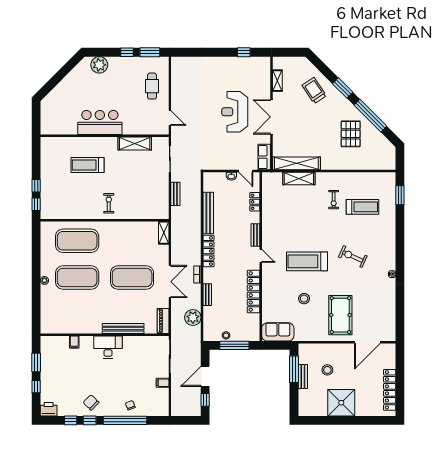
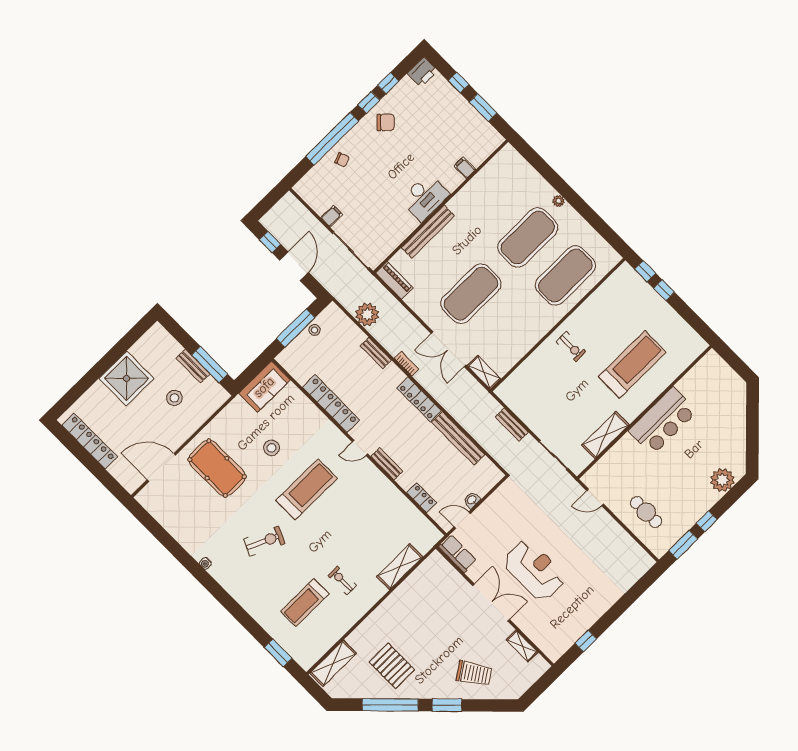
shelving: (296, 163) -> (333, 663), moved, width x0.68
treadmill: (87, 165) -> (632, 364), width x1.37, depth x1.38
double door: (170, 282) -> (449, 349), moved
door: (367, 342) -> (161, 467), hinge flipped

